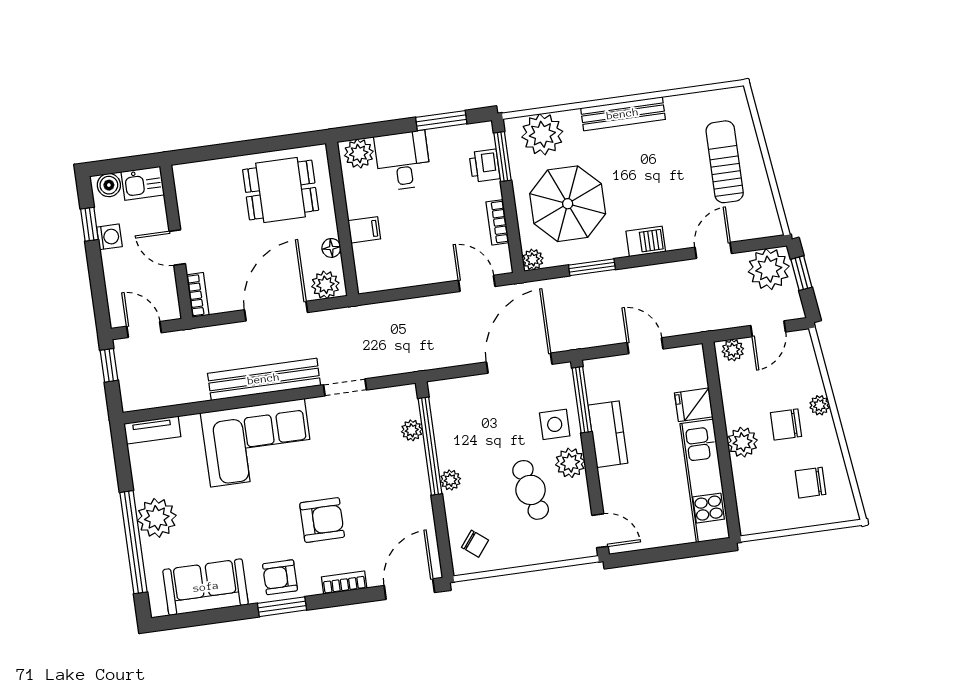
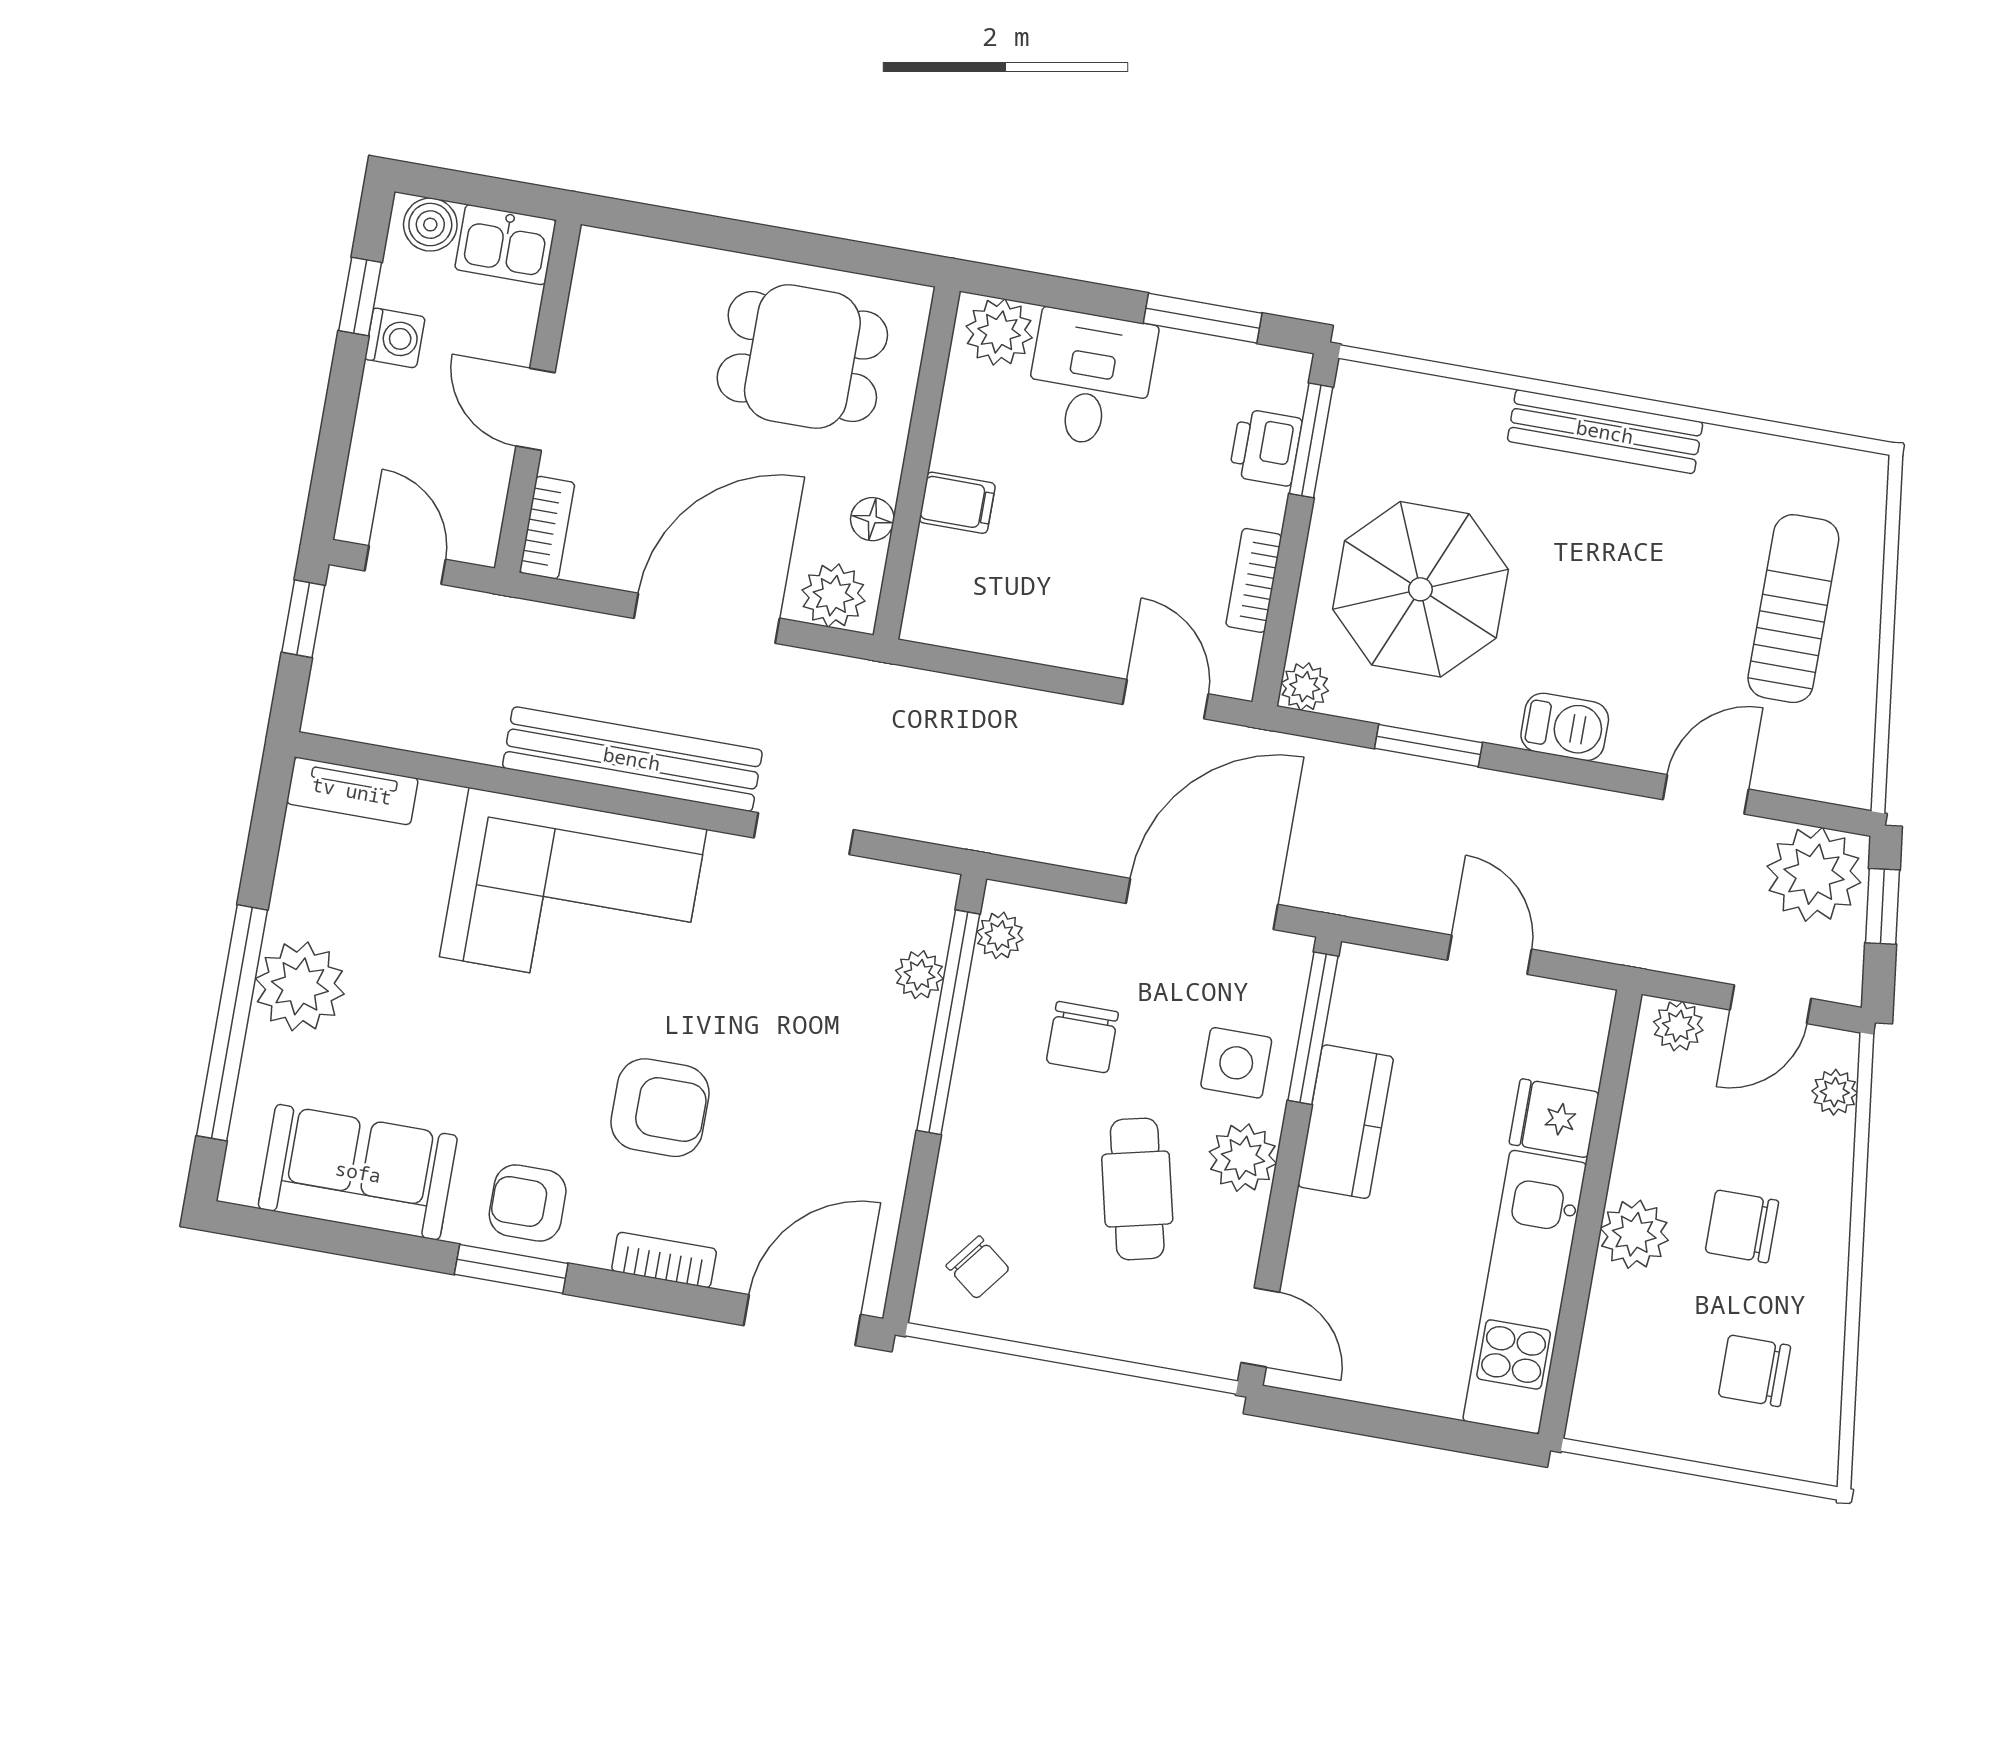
plant: (542, 134) -> (1414, 420), removed
plant: (820, 405) -> (1835, 1092), moved
chair: (488, 434) -> (1082, 1037), added
plant: (450, 480) -> (1000, 935), moved

